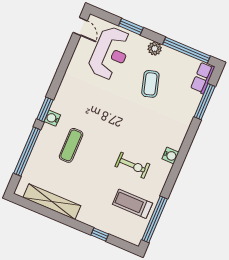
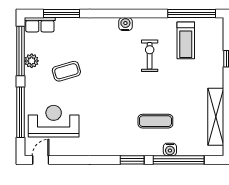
window: (131, 27) -> (20, 112), width x2.11
plant: (155, 48) -> (32, 61), moved
water cooler: (52, 118) -> (170, 149), moved

